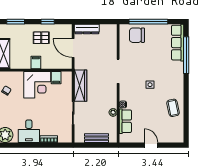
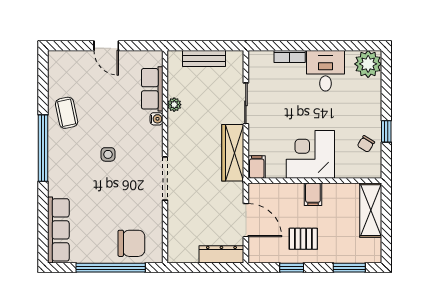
window: (186, 55) -> (43, 148), moved
filing cabinet: (56, 78) -> (257, 167), moved

